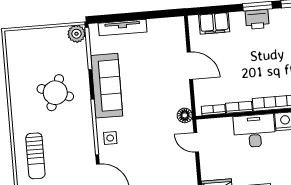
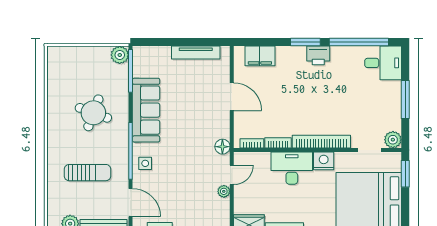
printer: (257, 19) -> (318, 55), moved
tv unit: (123, 28) -> (196, 53), moved
door: (196, 142) -> (232, 175), swing flipped
sun lounger: (35, 156) -> (87, 173), moved, turned -90
plant: (190, 159) -> (224, 191), added

